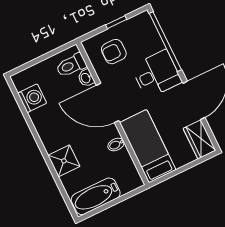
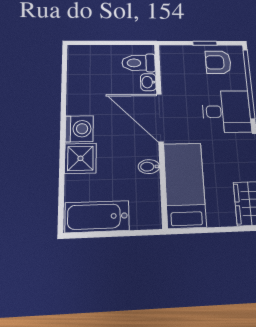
armchair: (114, 52) -> (218, 62), moved
washing machine: (32, 98) -> (79, 129), moved

